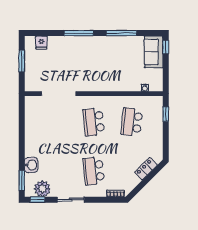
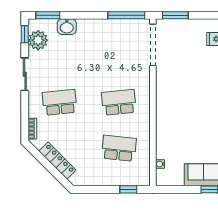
window: (22, 61) -> (175, 15), moved
doorway: (59, 94) -> (153, 45), moved
window: (22, 116) -> (126, 15), added
locker: (146, 169) -> (57, 161), width x1.53

